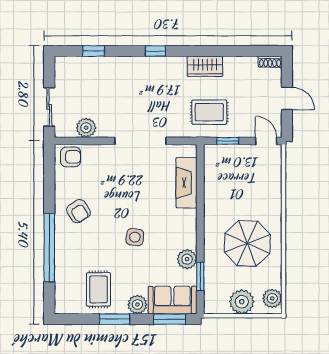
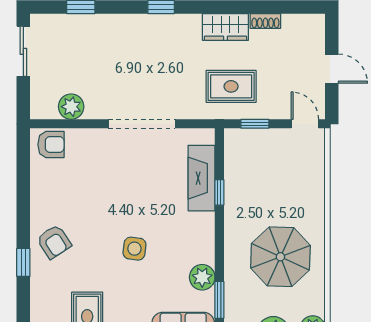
shoe rack: (270, 62) -> (265, 21), moved
sliding door: (49, 107) -> (23, 51), moved
window: (200, 194) -> (219, 192), added
armchair: (78, 211) -> (54, 242), moved
window: (49, 248) -> (23, 262), width x0.32

